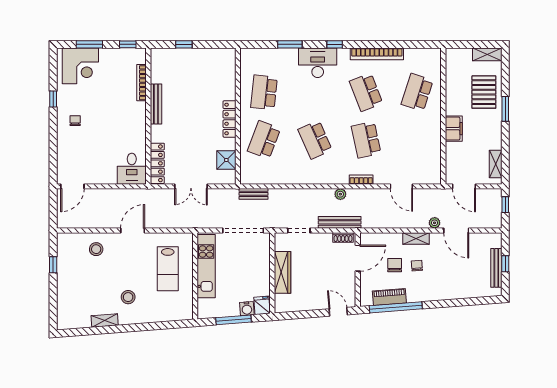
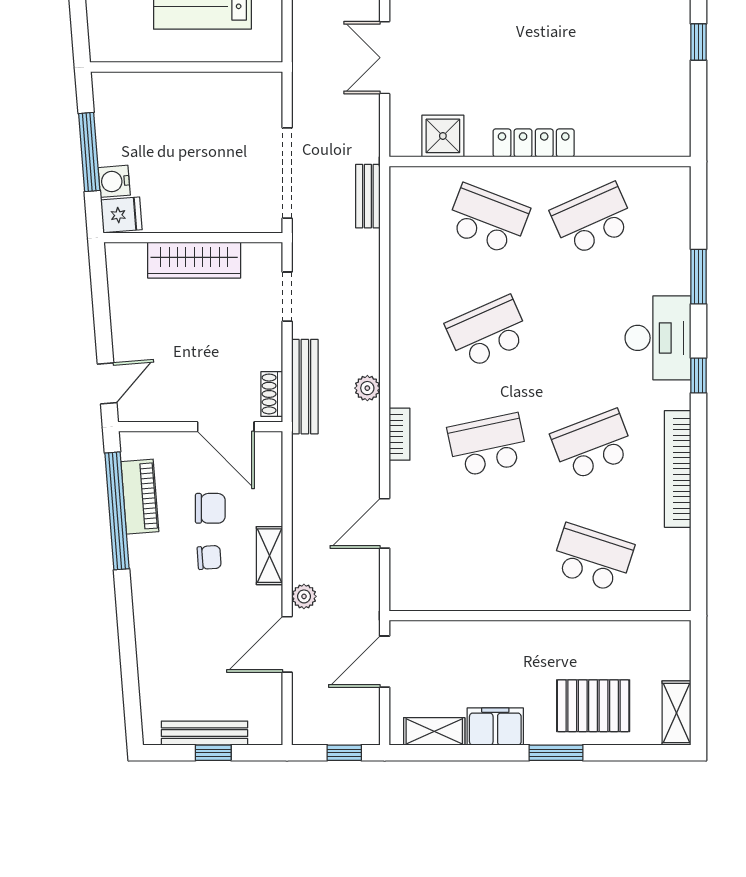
school desk: (264, 92) -> (593, 219), turned -30
filing cabinet: (454, 129) -> (495, 727), moved, turned 180
kitchen unit: (206, 266) -> (208, 91), removed

